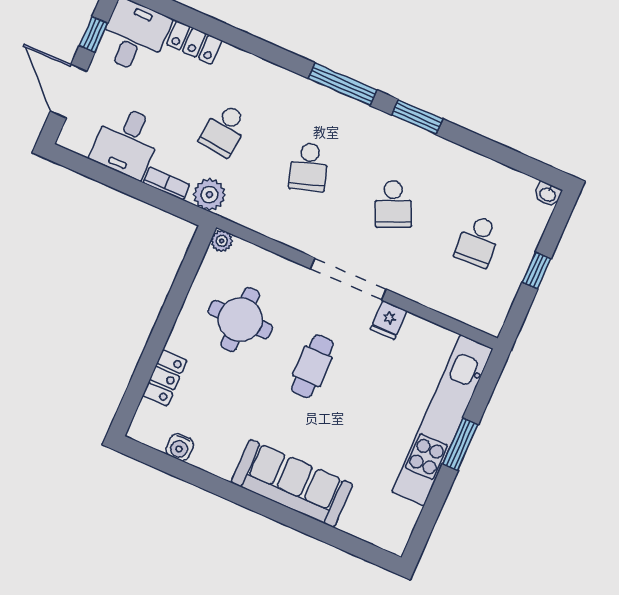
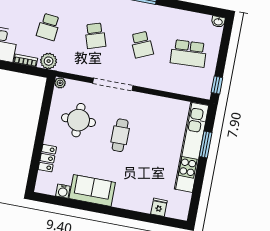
school desk: (478, 241) -> (189, 53), width x1.85
window: (537, 271) -> (217, 85), moved
doorway: (348, 279) -> (113, 84), moved
fridge: (389, 320) -> (159, 207), moved, turned 180
window: (460, 444) -> (206, 144), moved
sofa: (292, 483) -> (92, 190), moved, width x0.73

